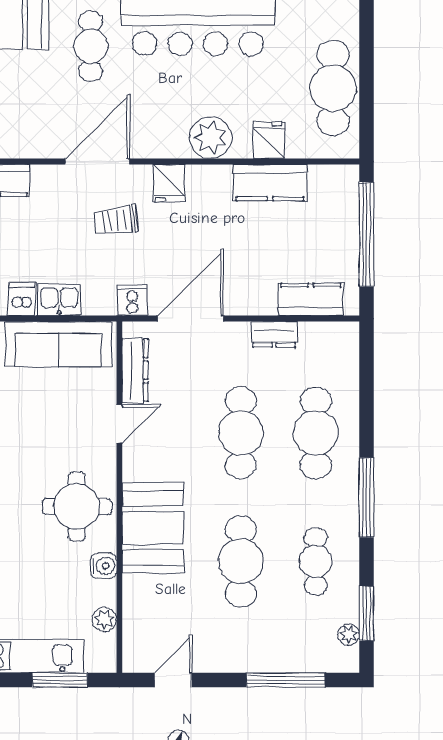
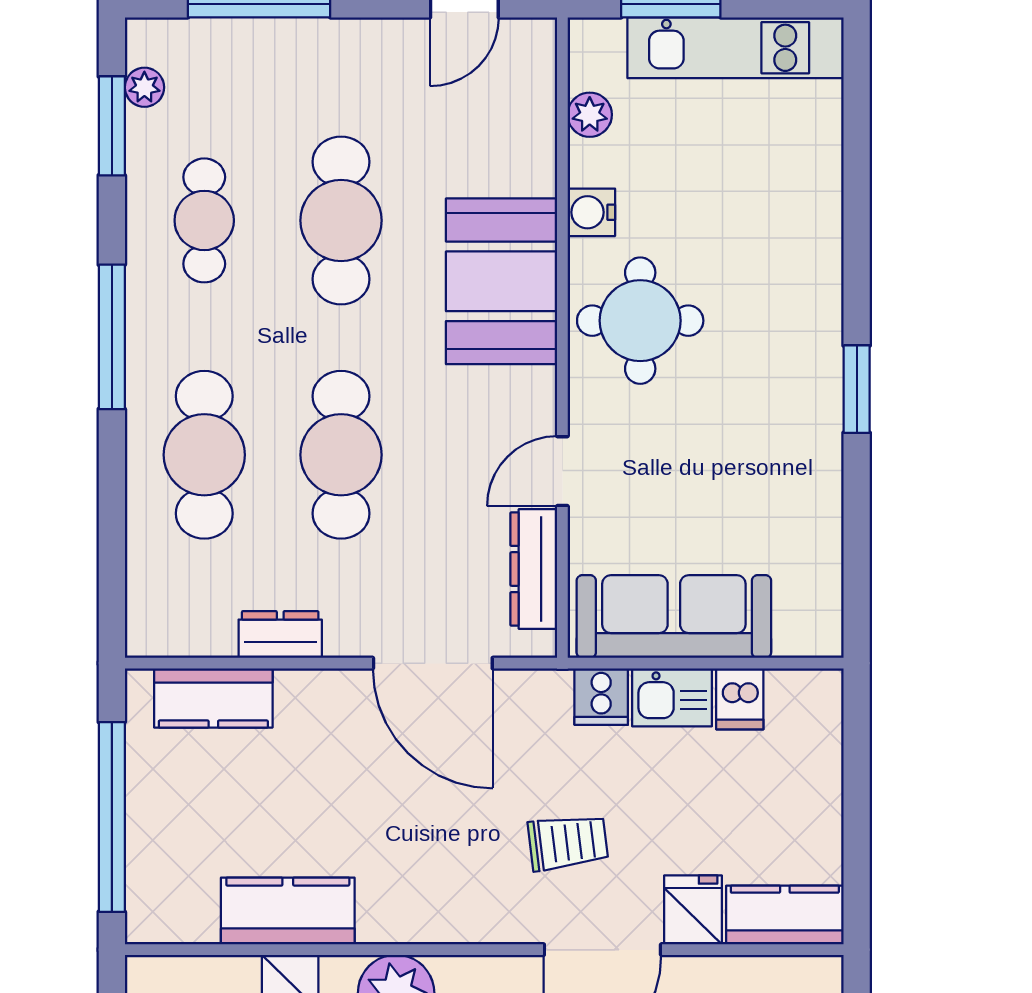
fridge: (169, 183) -> (693, 910), moved
cooker: (132, 300) -> (601, 697), moved
door: (190, 319) -> (433, 663), hinge flipped

